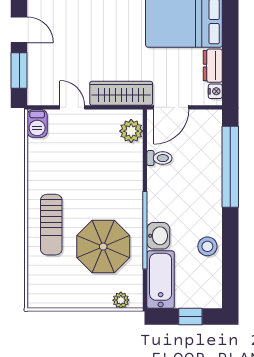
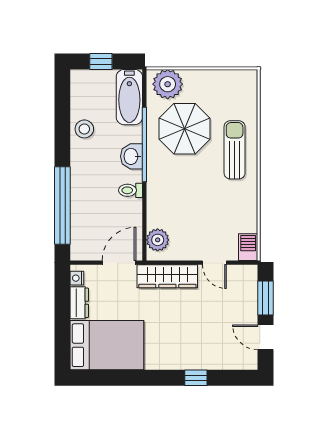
toilet: (159, 158) -> (131, 190), moved
washbasin: (158, 236) -> (132, 156), moved
plant: (121, 300) -> (168, 84), width x1.87, depth x1.87

